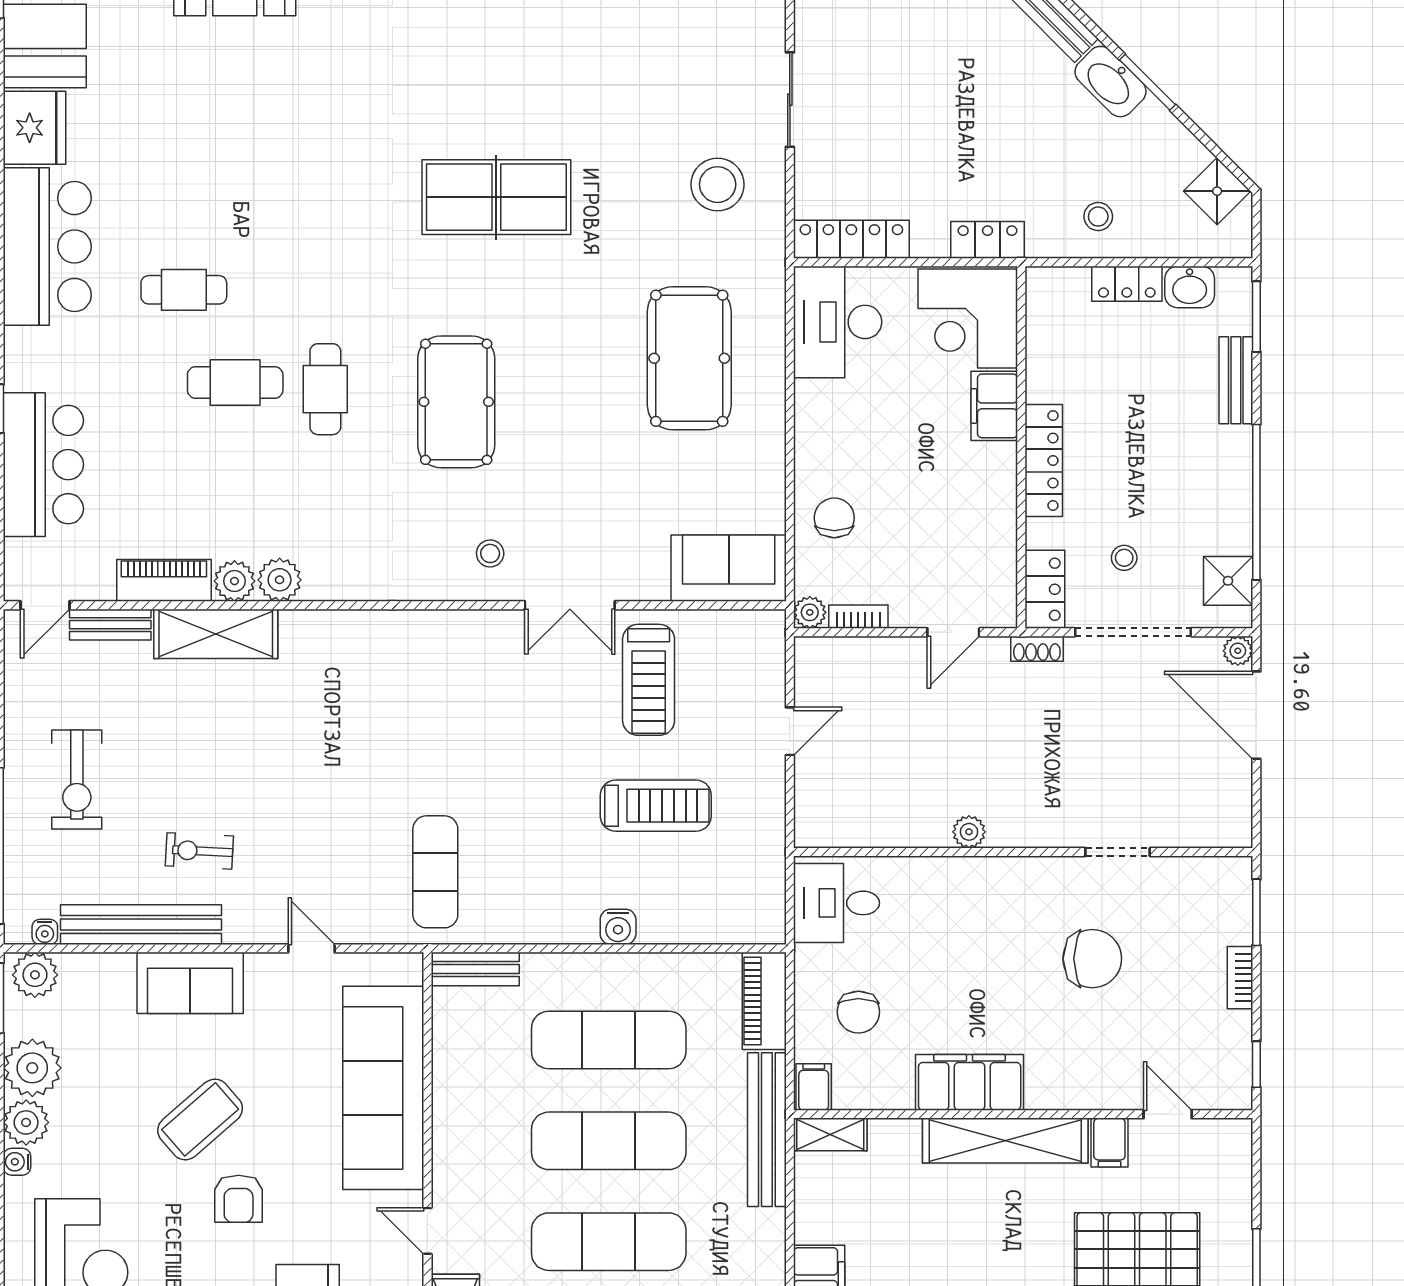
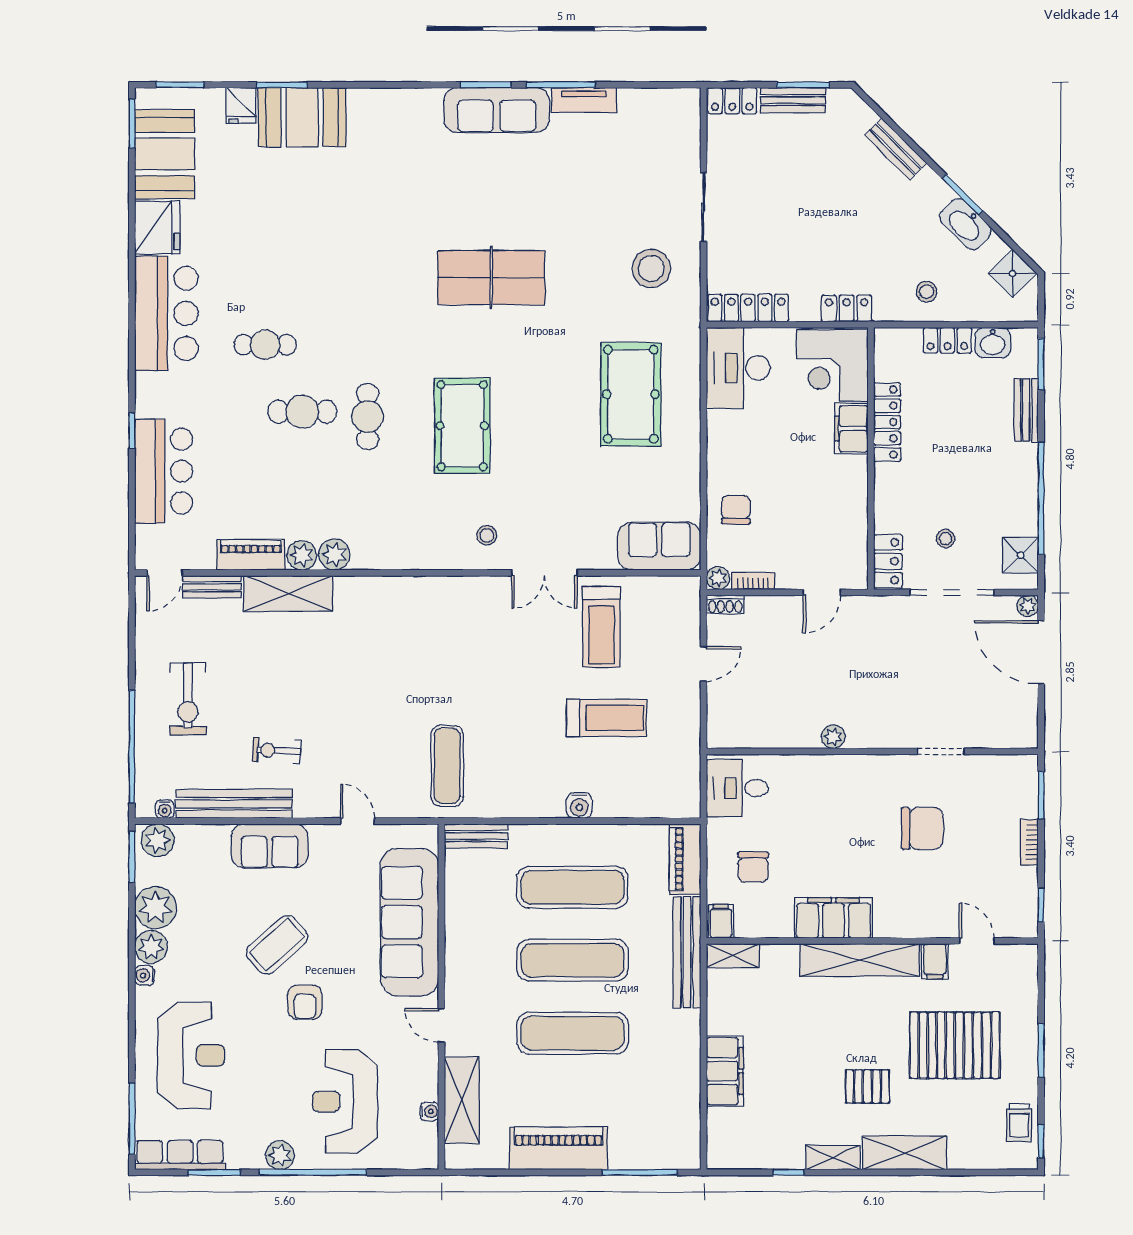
washbasin: (1110, 82) -> (966, 224), moved
locker: (1044, 461) -> (887, 422), moved
shoe rack: (1037, 649) -> (725, 604), moved

